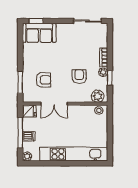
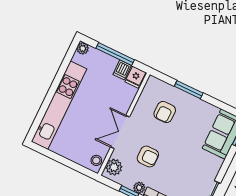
window: (20, 82) -> (189, 90), moved
double door: (54, 104) -> (120, 132), moved
dishwasher: (29, 136) -> (122, 70), moved

